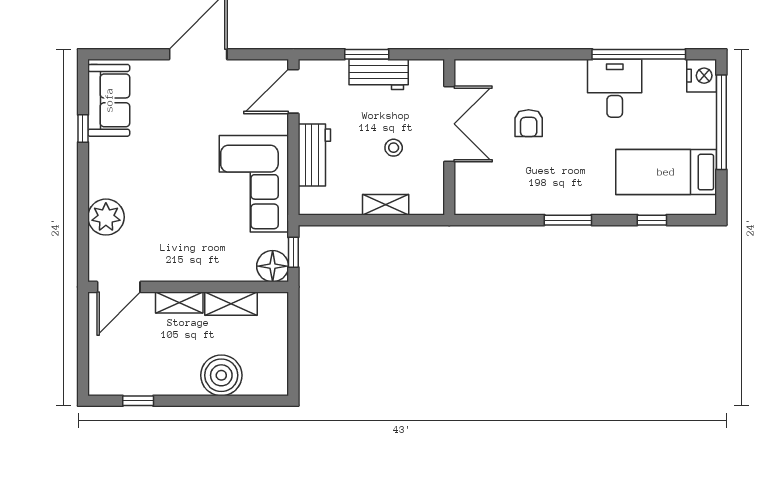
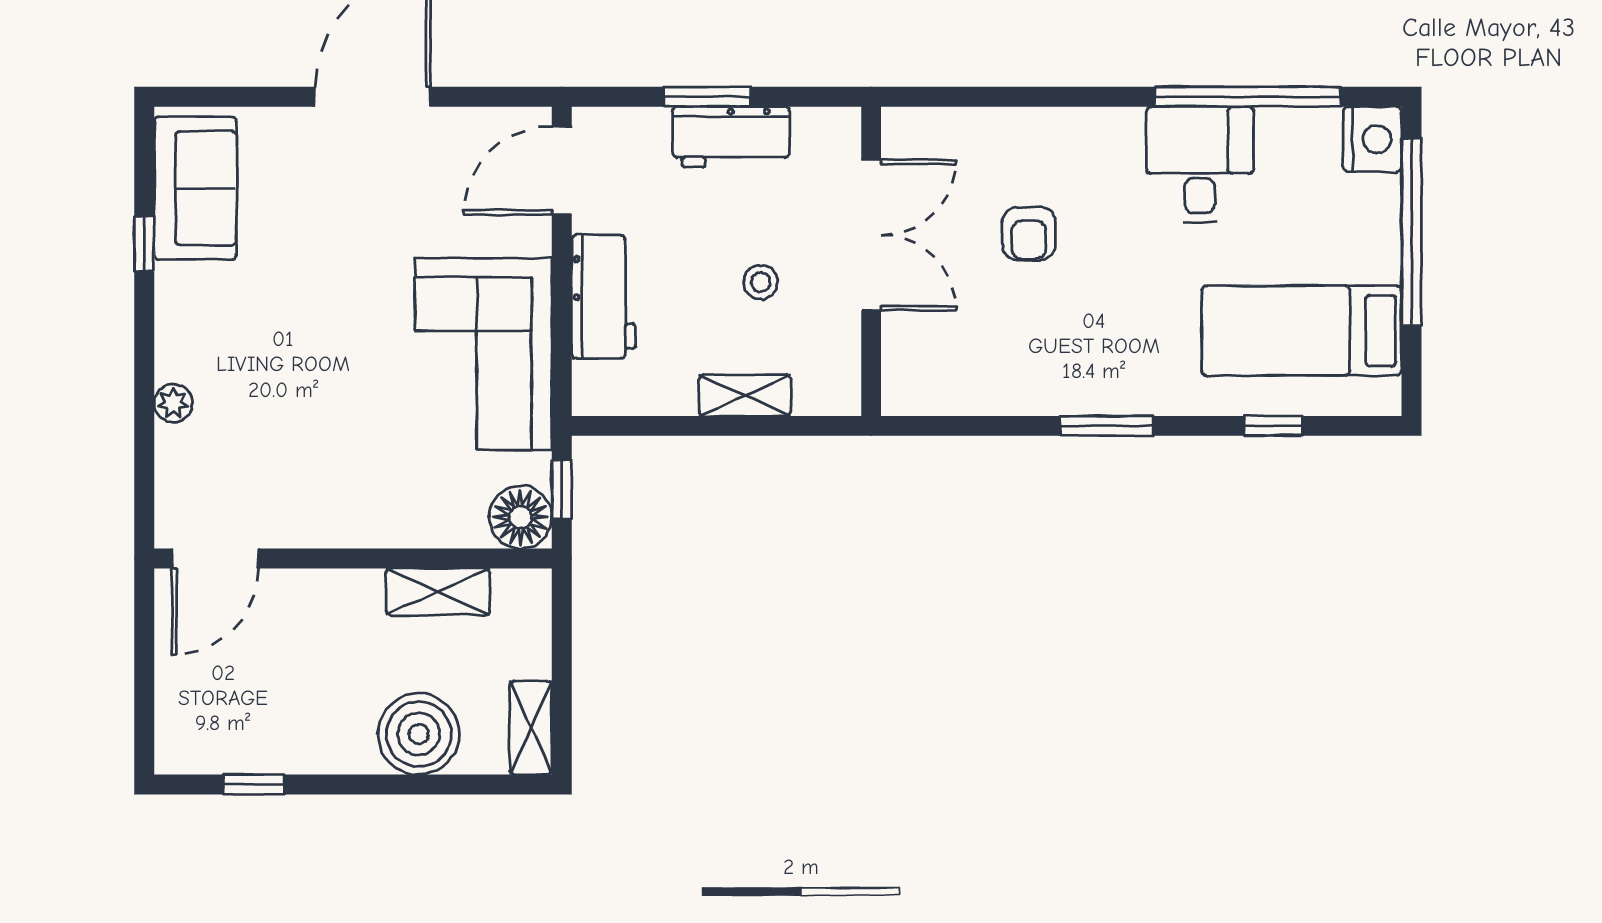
plant: (106, 217) -> (173, 403), width x0.53, depth x0.53
shelving: (179, 302) -> (531, 728), moved, turned 90

